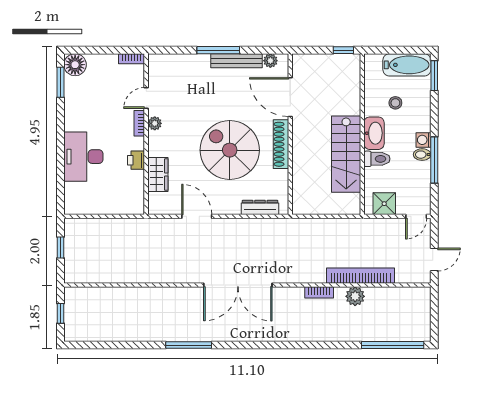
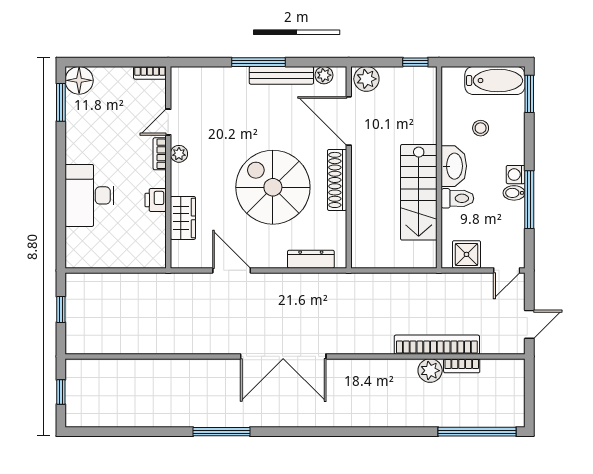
plant: (304, 64) -> (366, 79), added
bookcase: (319, 292) -> (462, 366), moved

